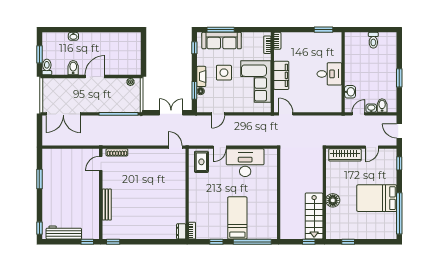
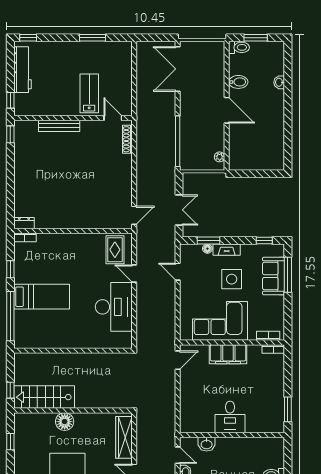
sofa: (222, 41) -> (274, 276), width x0.73
rug: (201, 162) -> (115, 250), turned 90
lab bench: (82, 182) -> (89, 93), added

